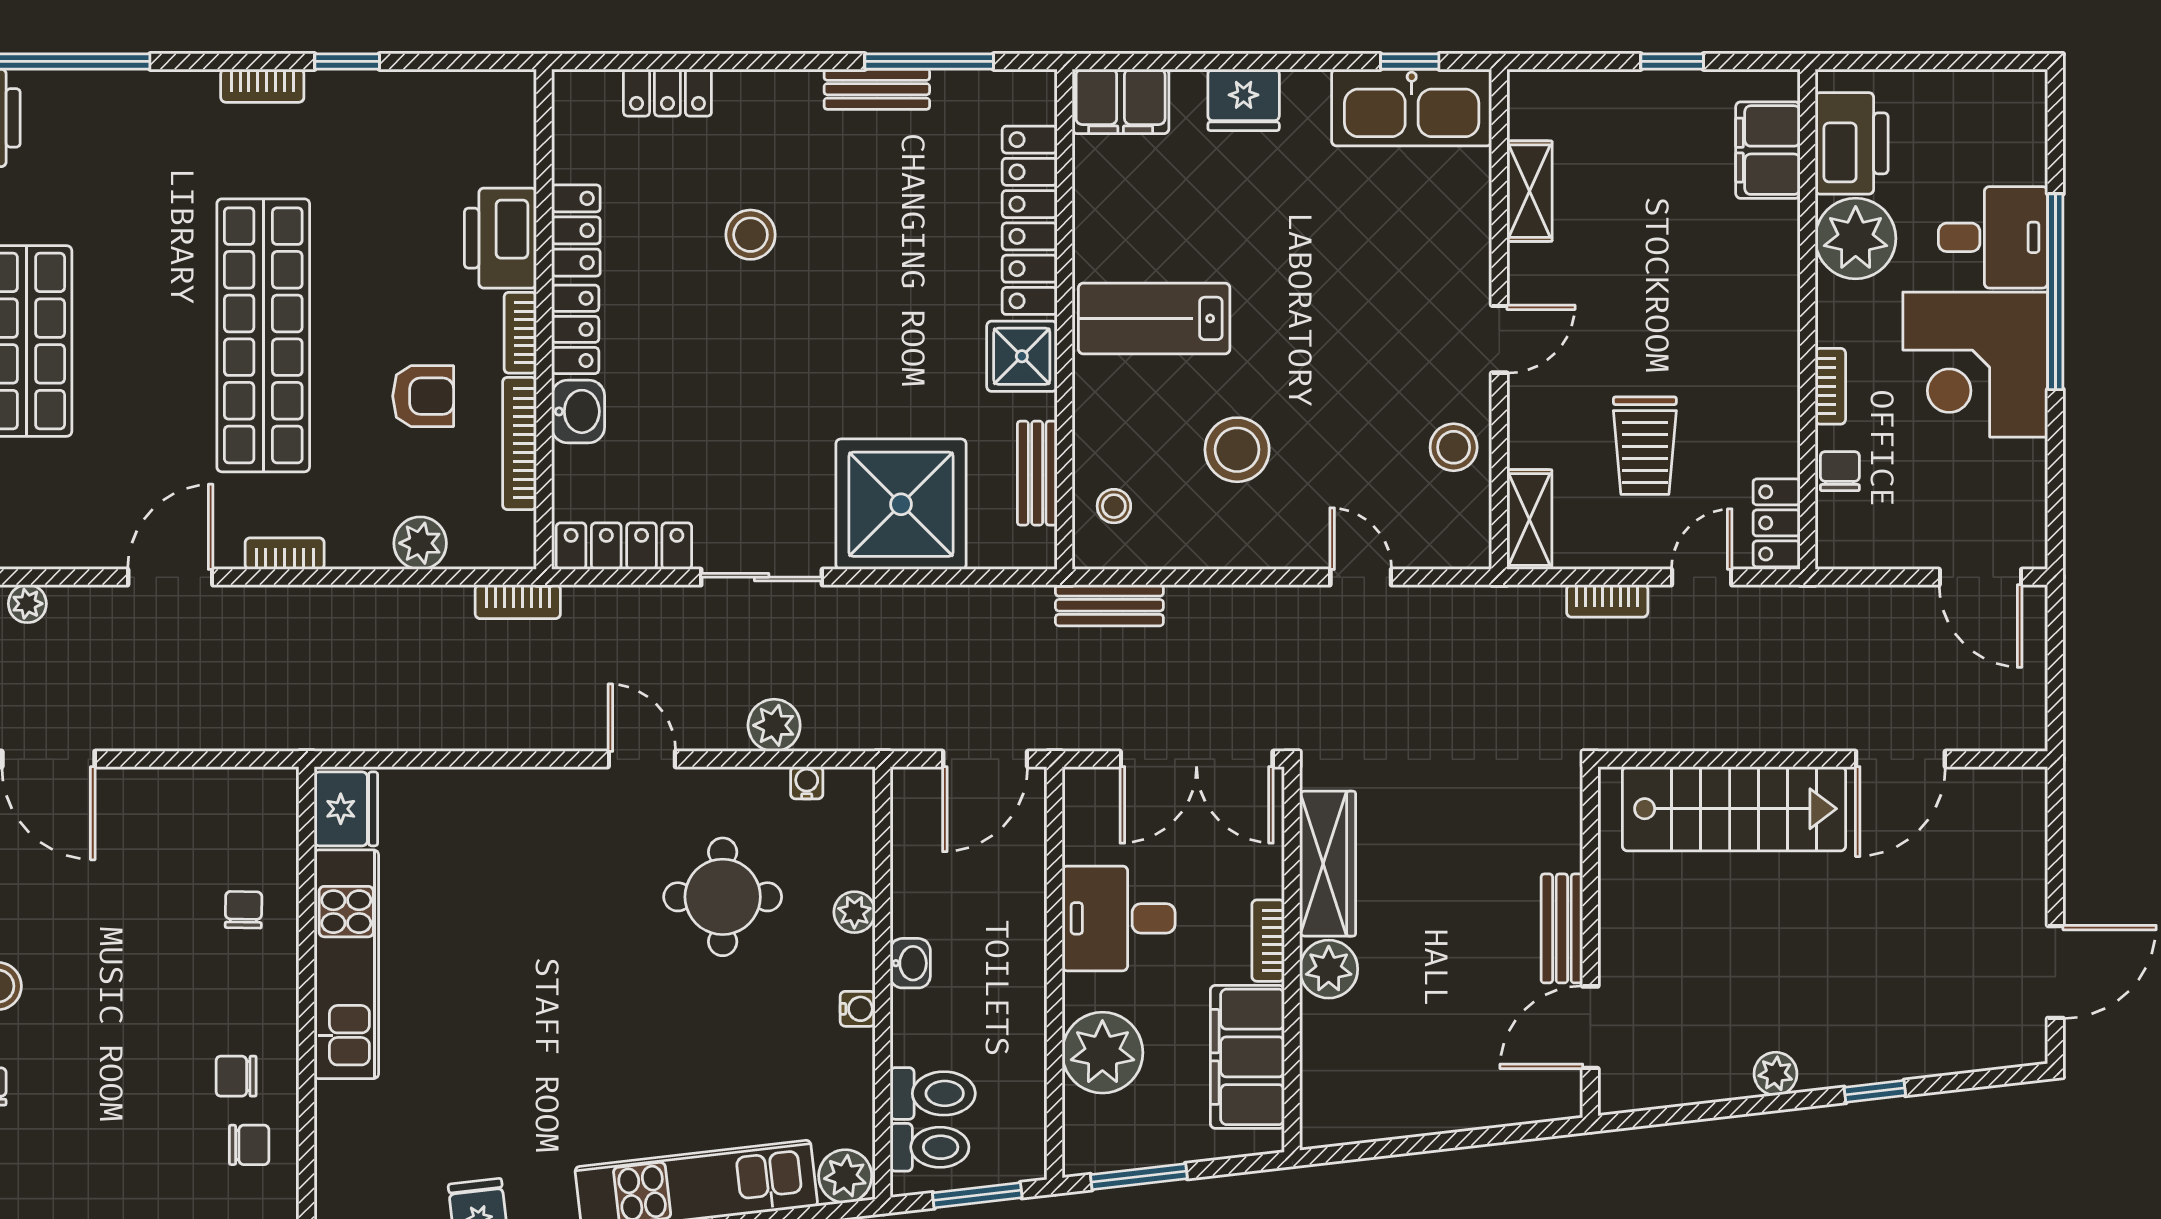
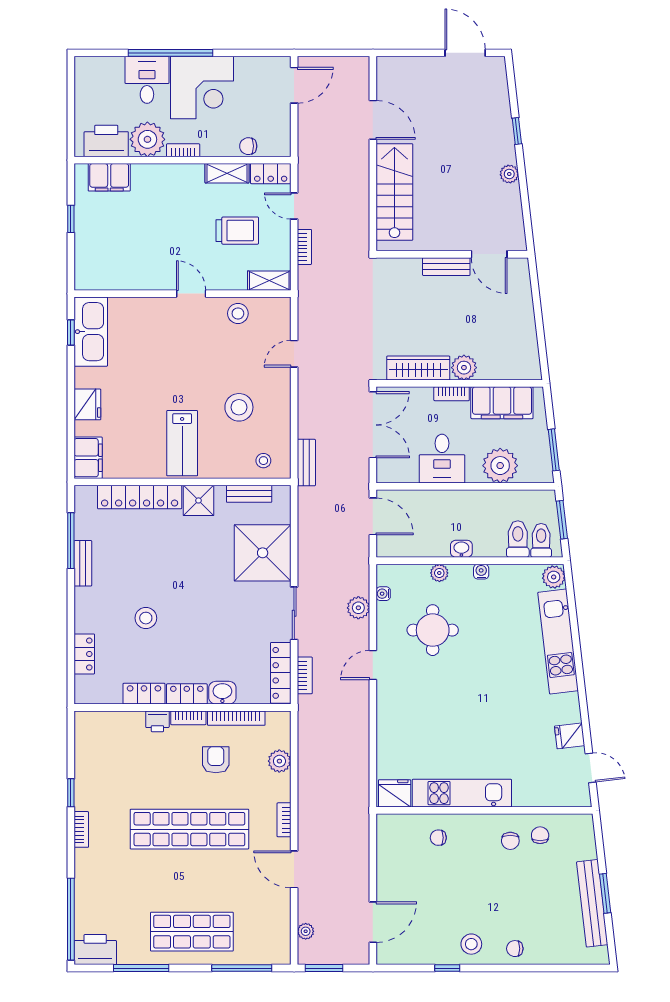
shelving: (1530, 191) -> (227, 173), moved
printer: (500, 238) -> (157, 721), width x0.53, depth x0.68
bookcase: (1830, 386) -> (183, 150), moved
bookcase: (518, 602) -> (305, 675), moved

